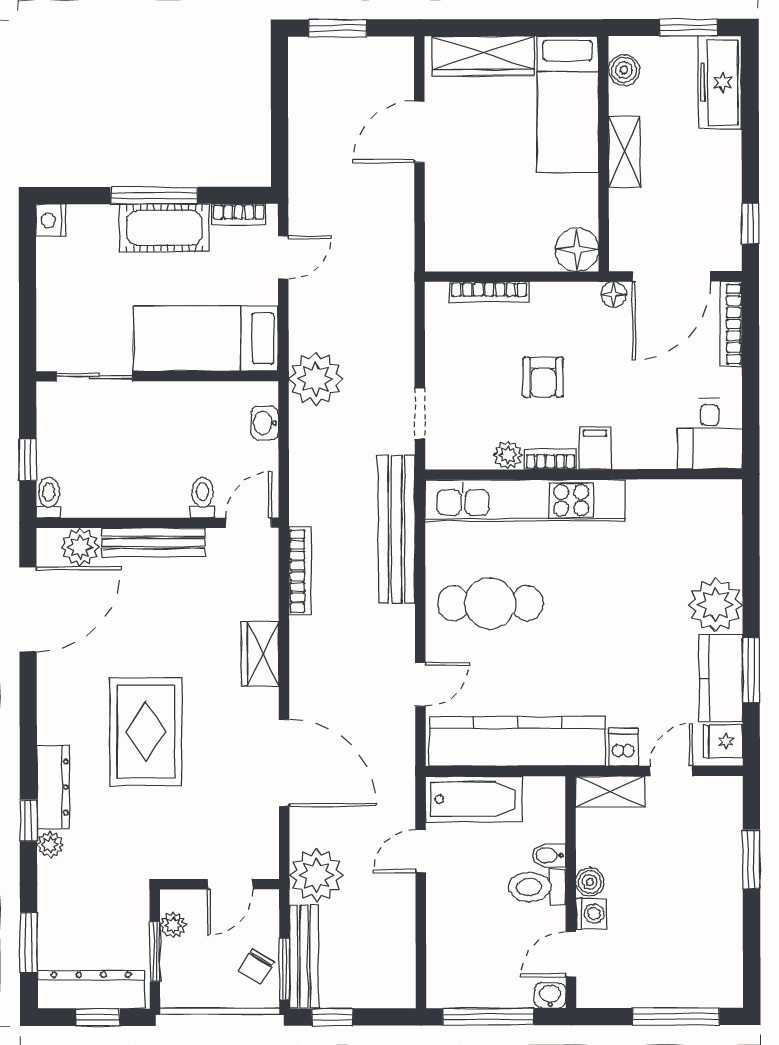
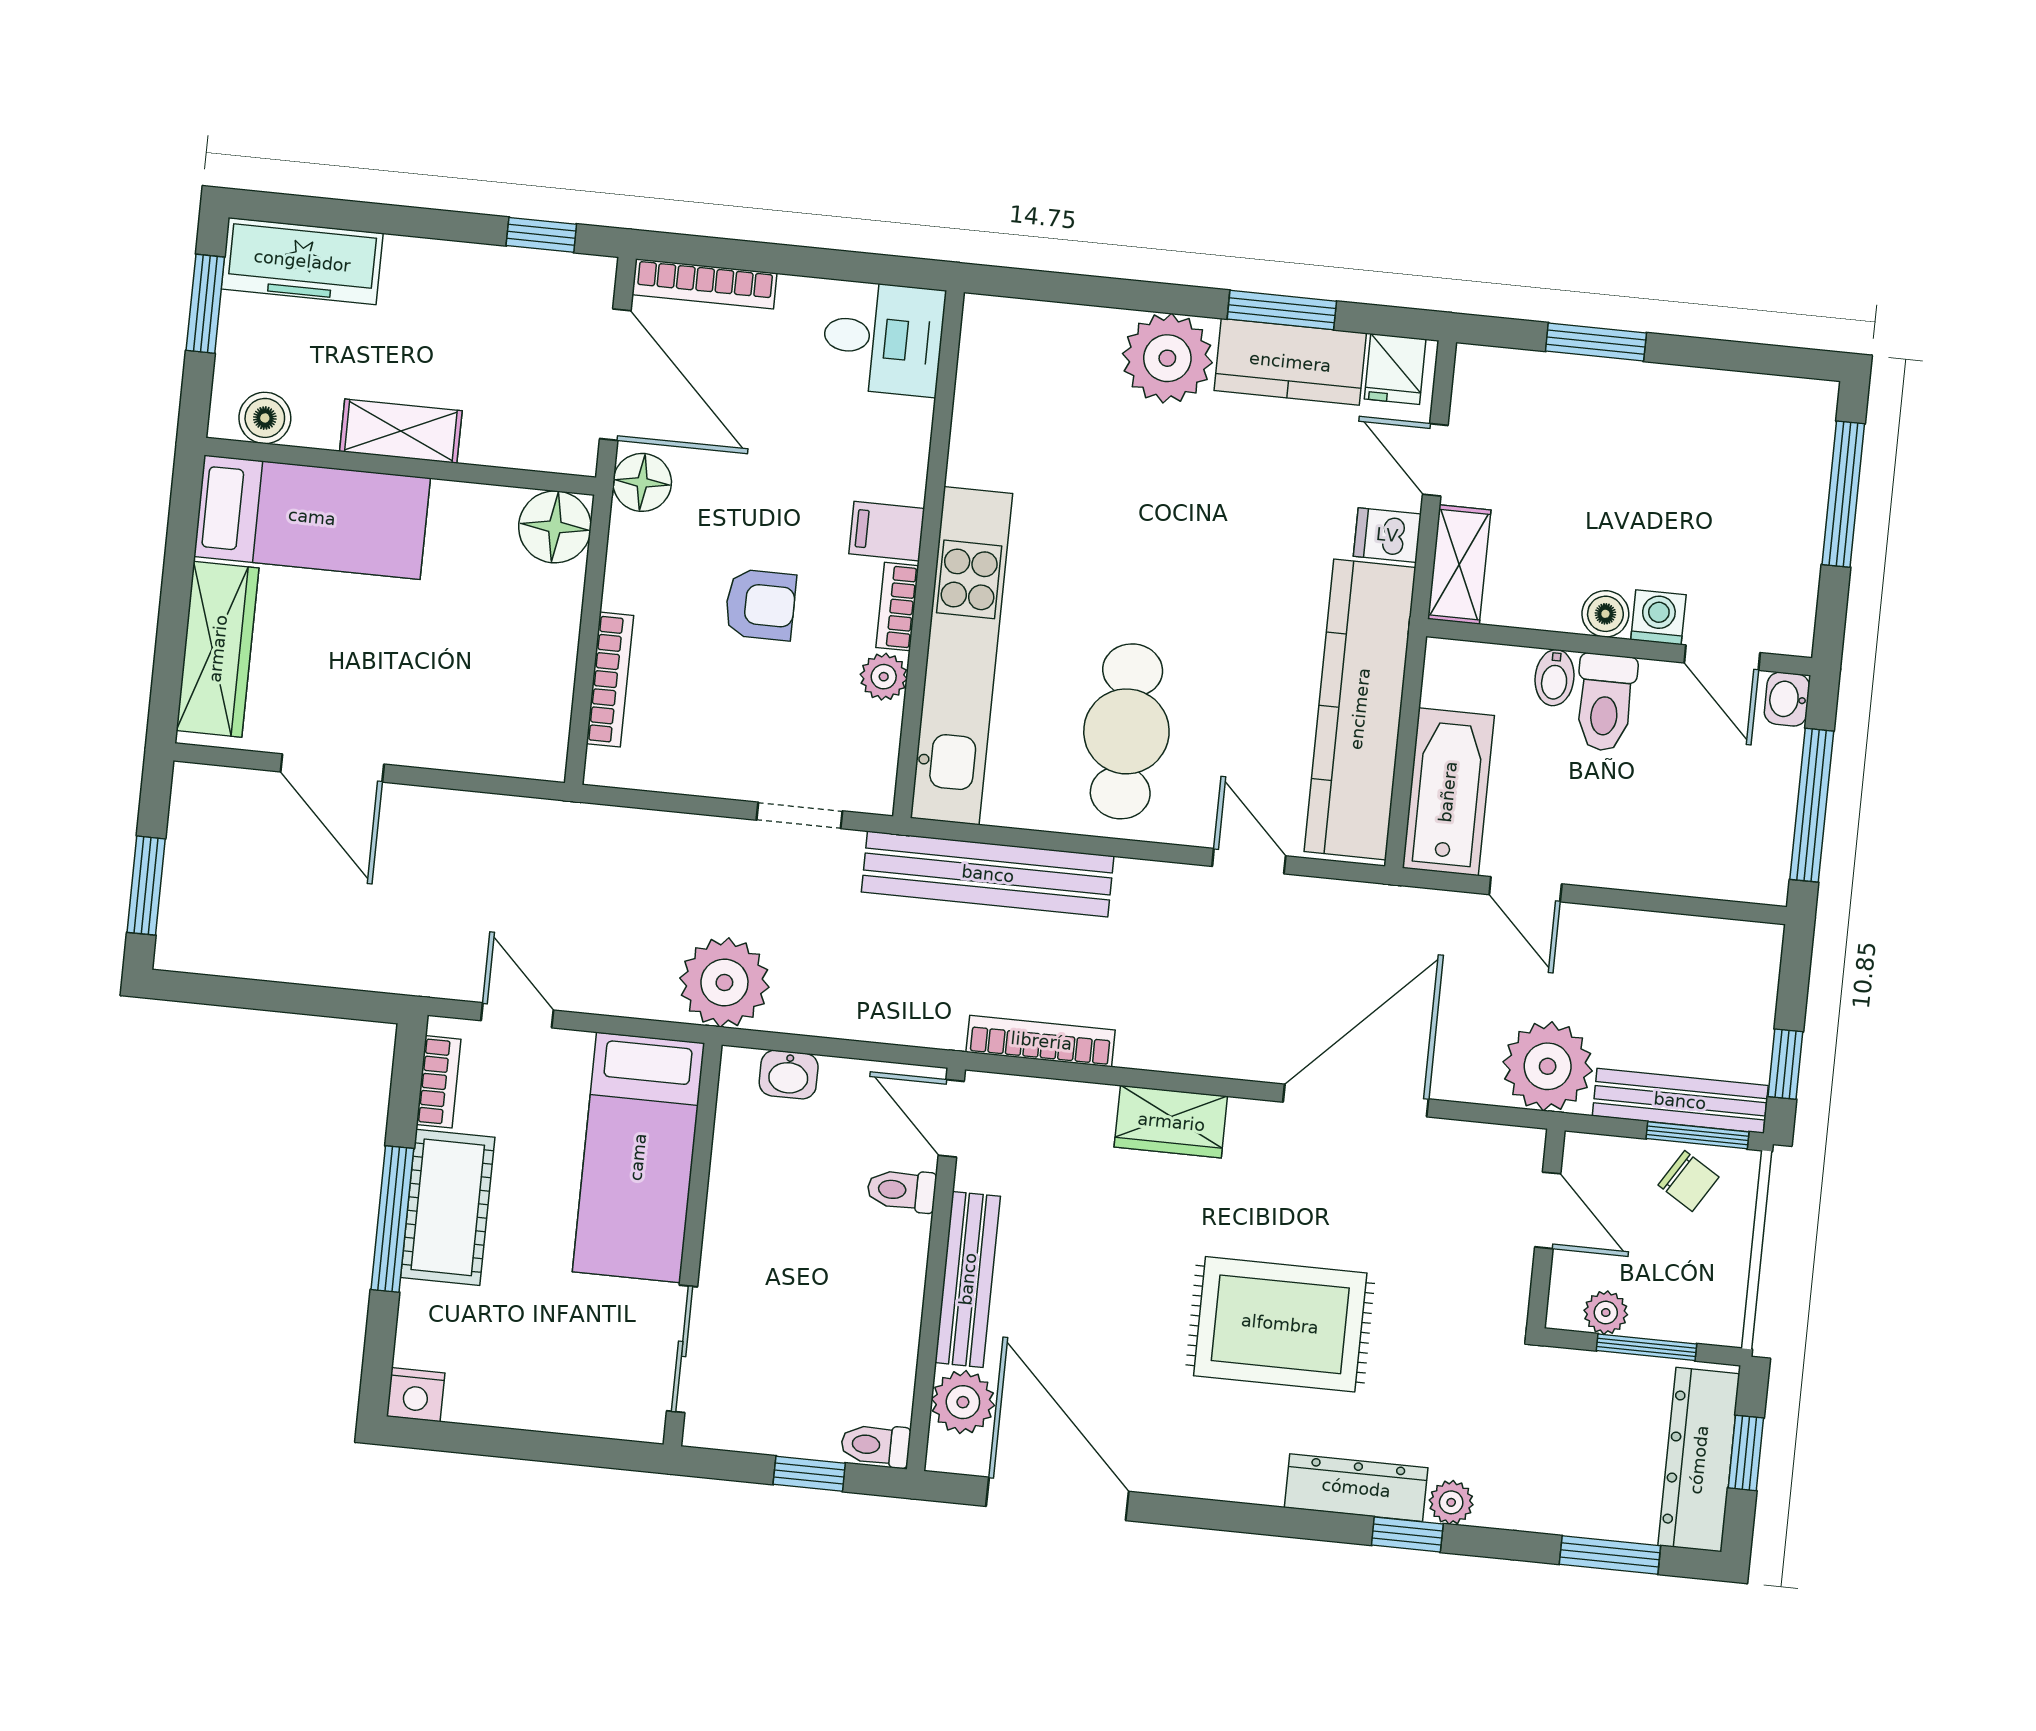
floor lamp: (614, 294) -> (642, 482), width x1.37, depth x1.37

